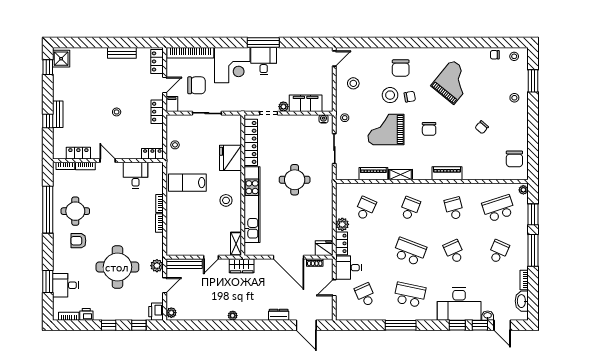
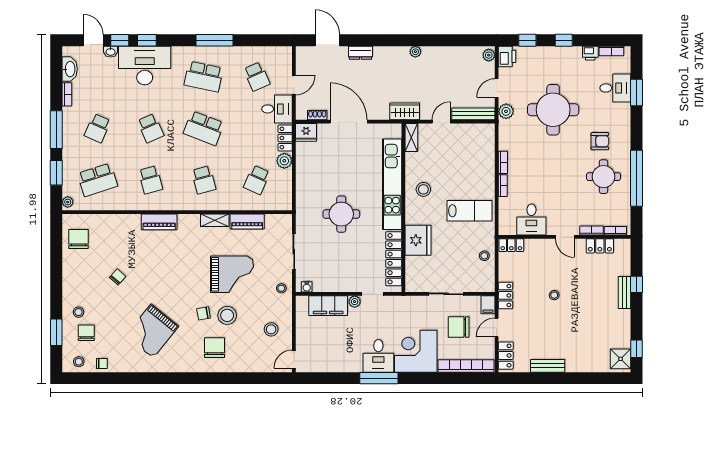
chair: (429, 129) -> (86, 333), moved
school desk: (410, 208) -> (204, 180), turned -36

